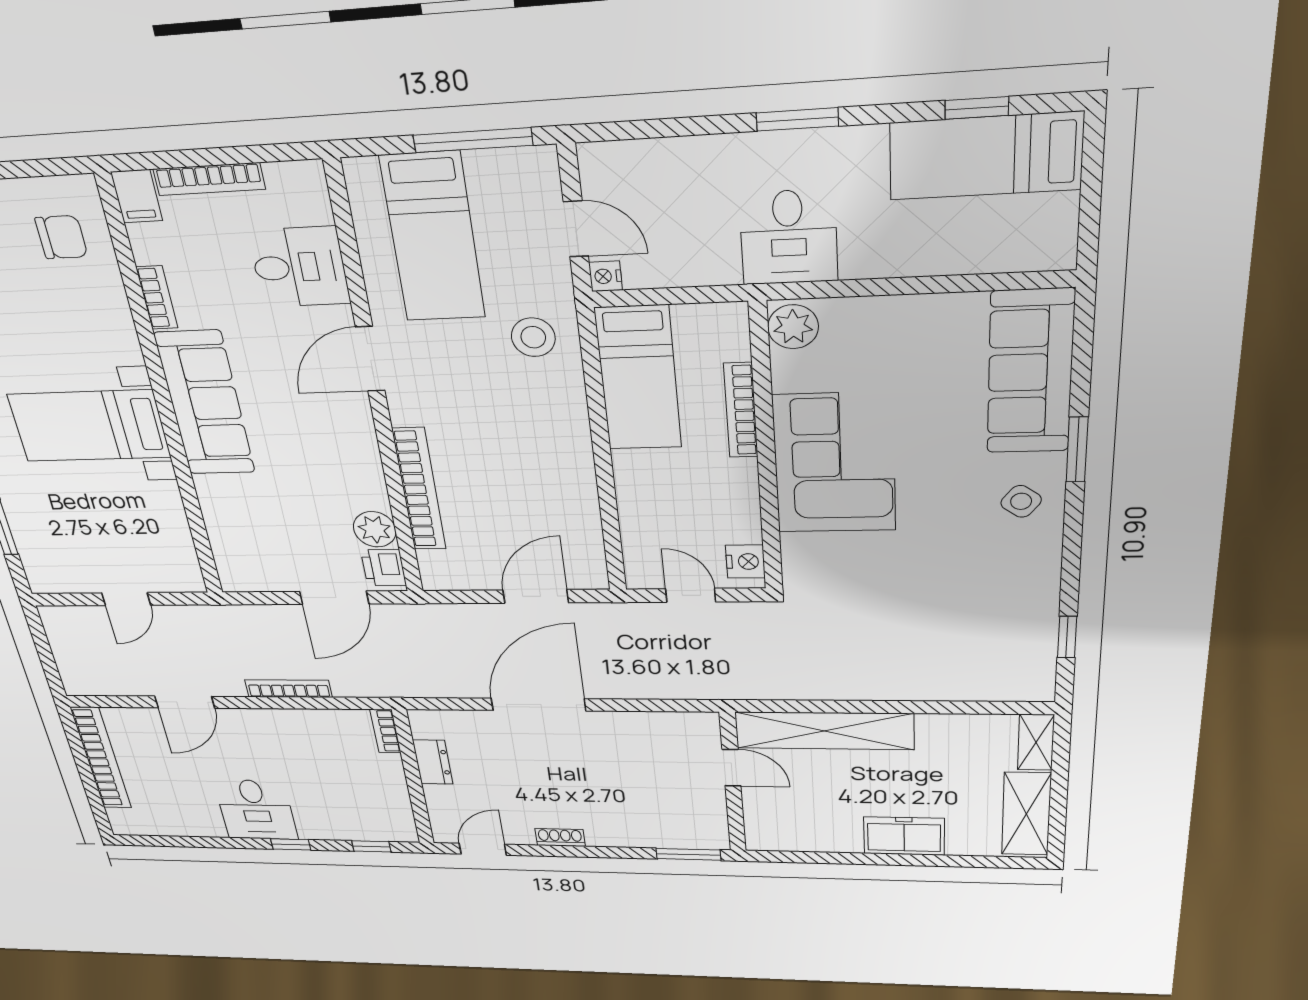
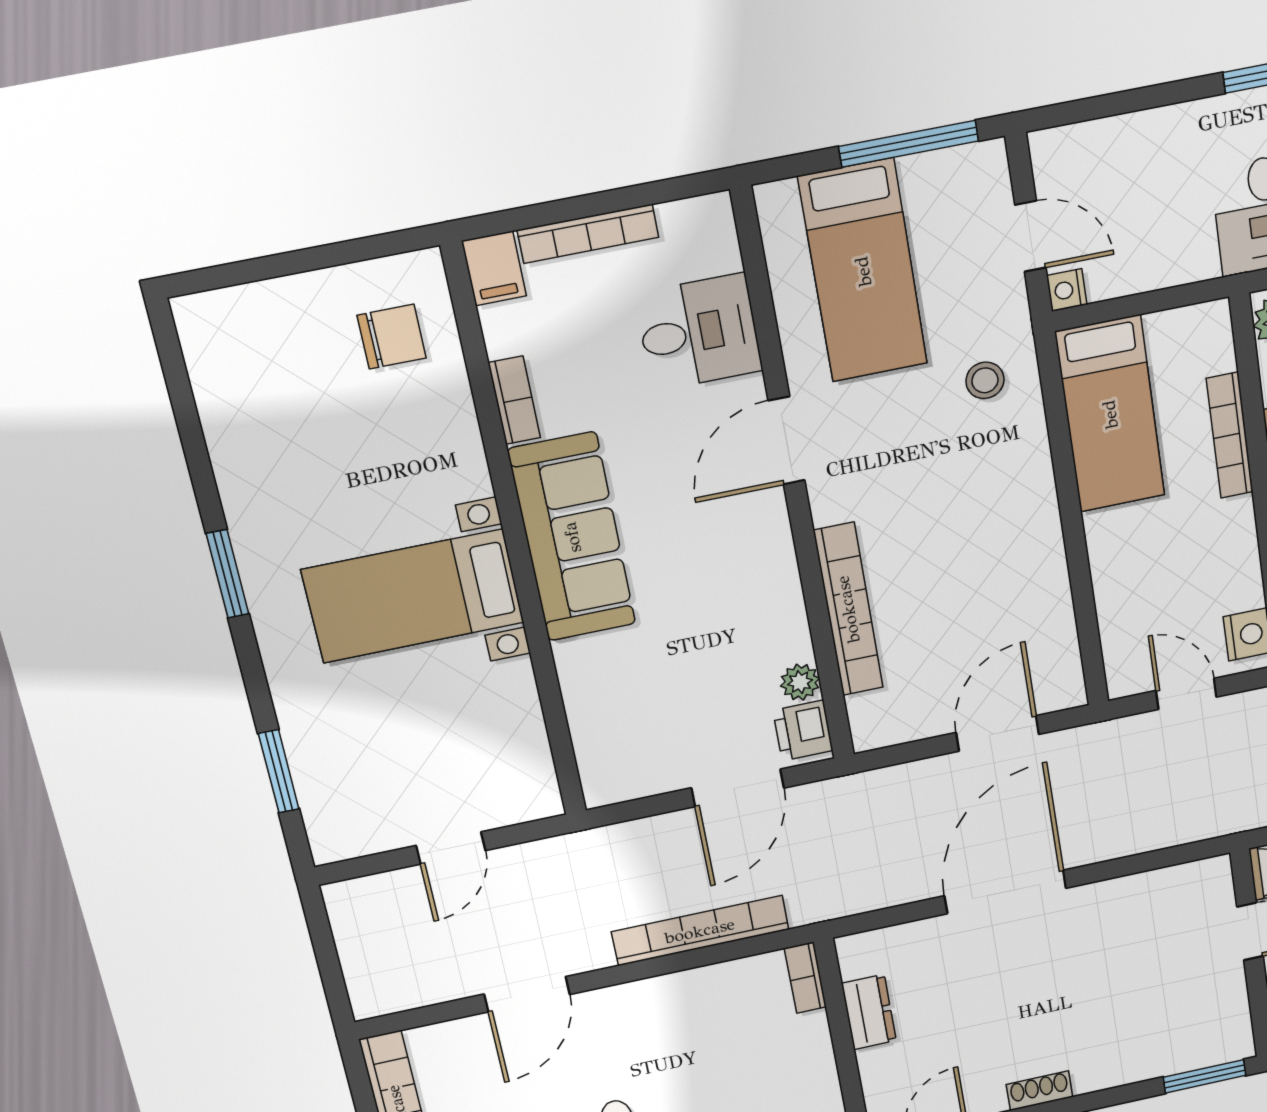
stool: (533, 337) -> (985, 380), width x0.73, depth x0.73
plant: (375, 529) -> (800, 682), width x0.73, depth x0.73
bookcase: (288, 689) -> (700, 931), width x1.48, depth x1.31

